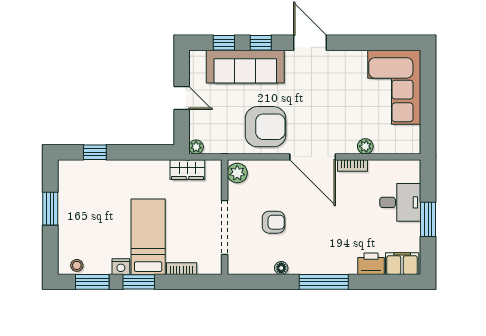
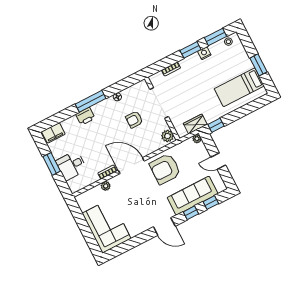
window: (95, 152) -> (216, 125), moved
bed: (148, 237) -> (239, 87), moved, turned 90
printer: (371, 264) -> (85, 116), moved

